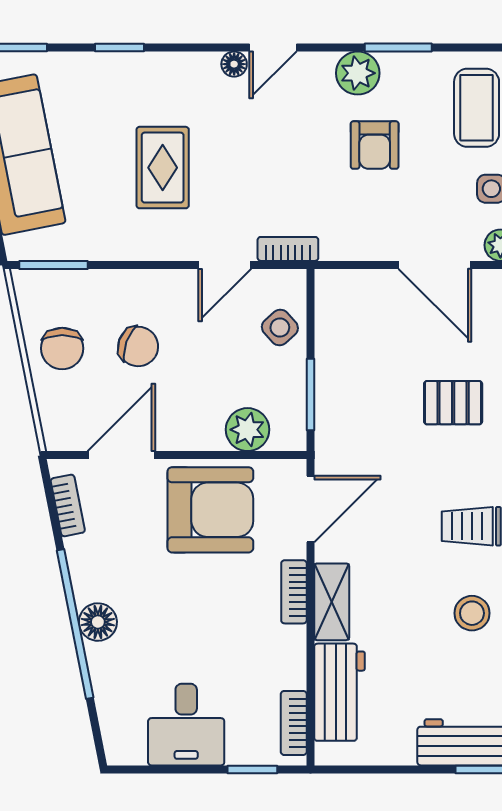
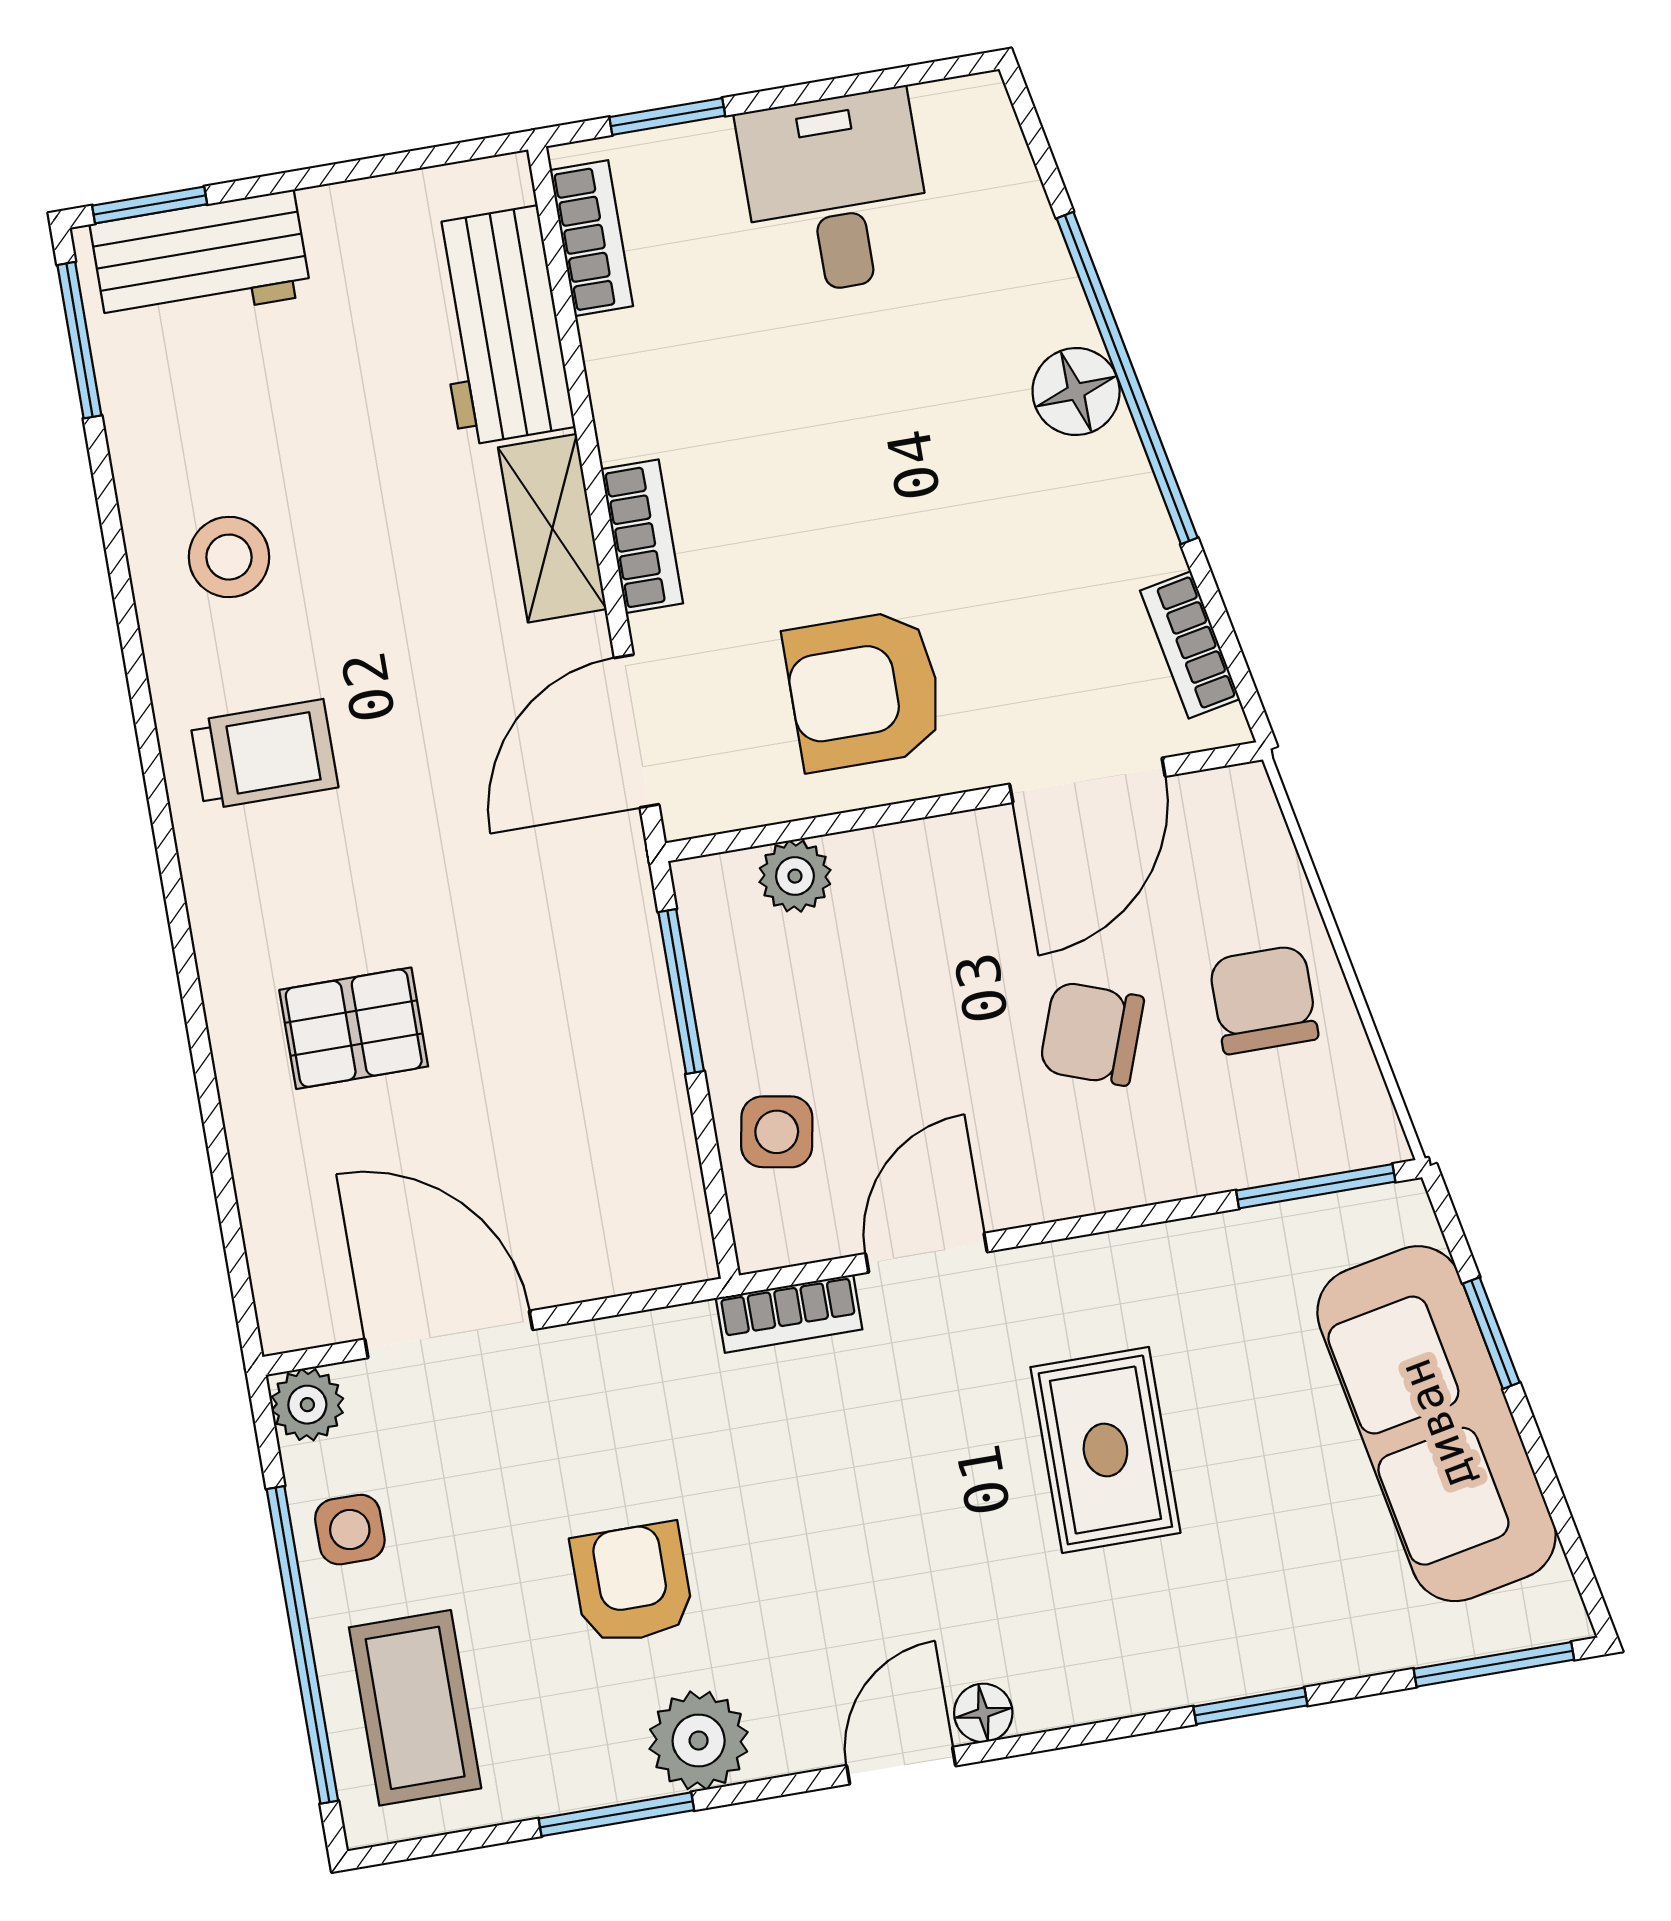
side table: (280, 328) -> (777, 1132), turned -38
plant: (248, 430) -> (795, 876), width x0.73, depth x0.73
armchair: (210, 510) -> (864, 690), width x0.73, depth x0.73

